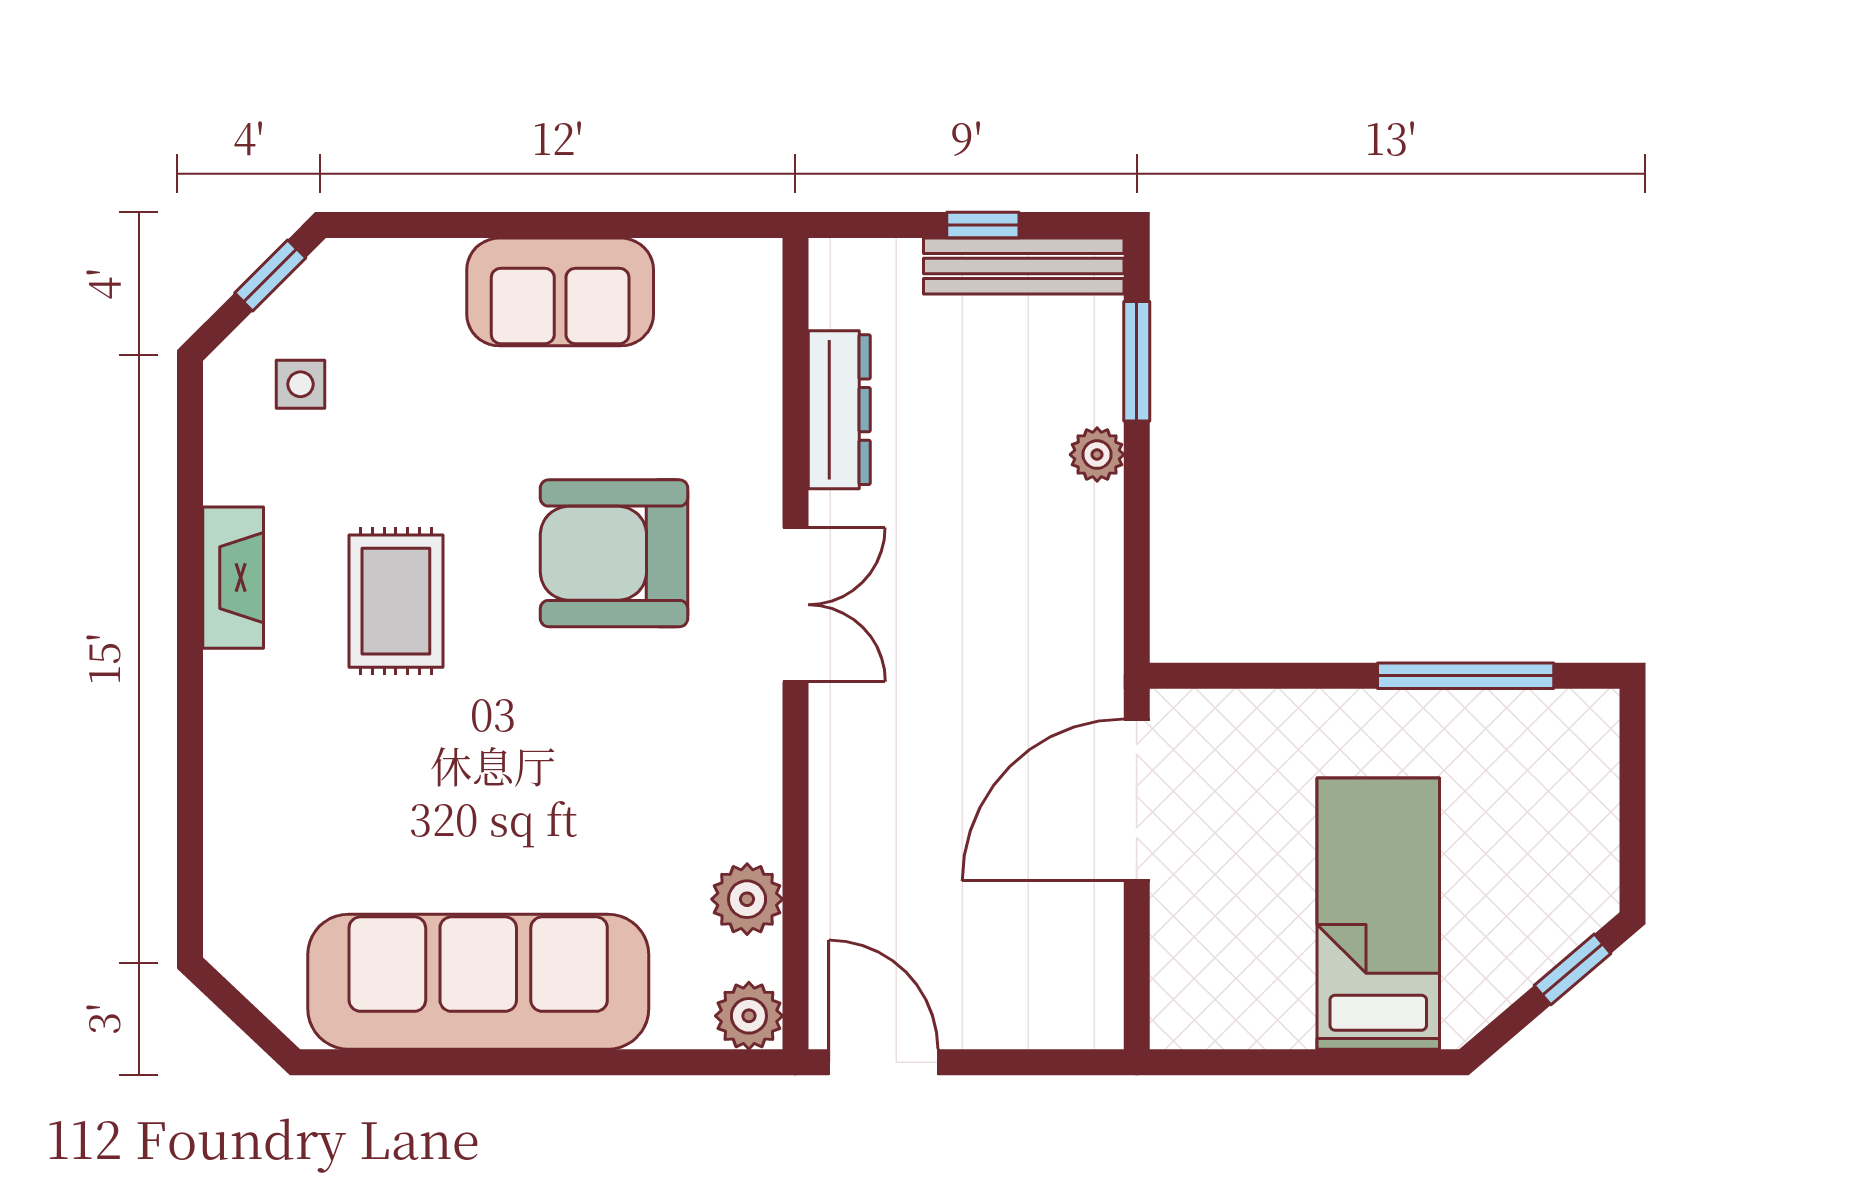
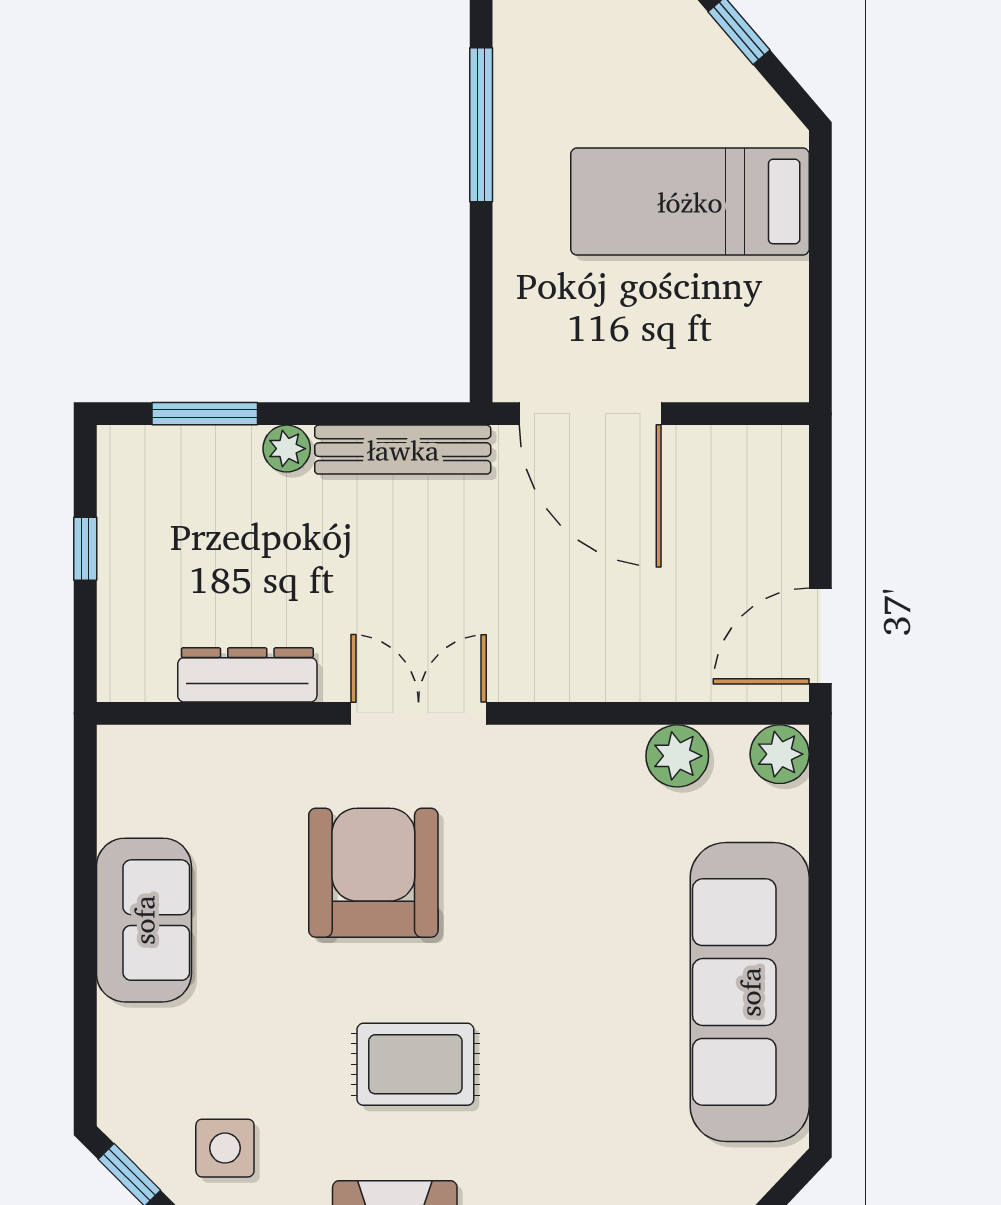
bench: (1024, 266) -> (403, 450), moved, turned 90
side table: (301, 384) -> (225, 1148), width x1.37, depth x1.37
armchair: (614, 553) -> (373, 873), turned 180

